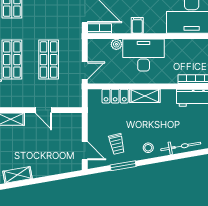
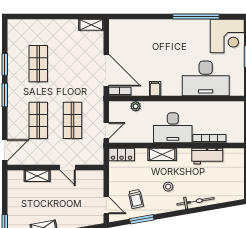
desk: (144, 55) -> (173, 128), moved, turned 180
locker: (115, 96) -> (122, 154), moved
stool: (148, 148) -> (168, 187), moved

